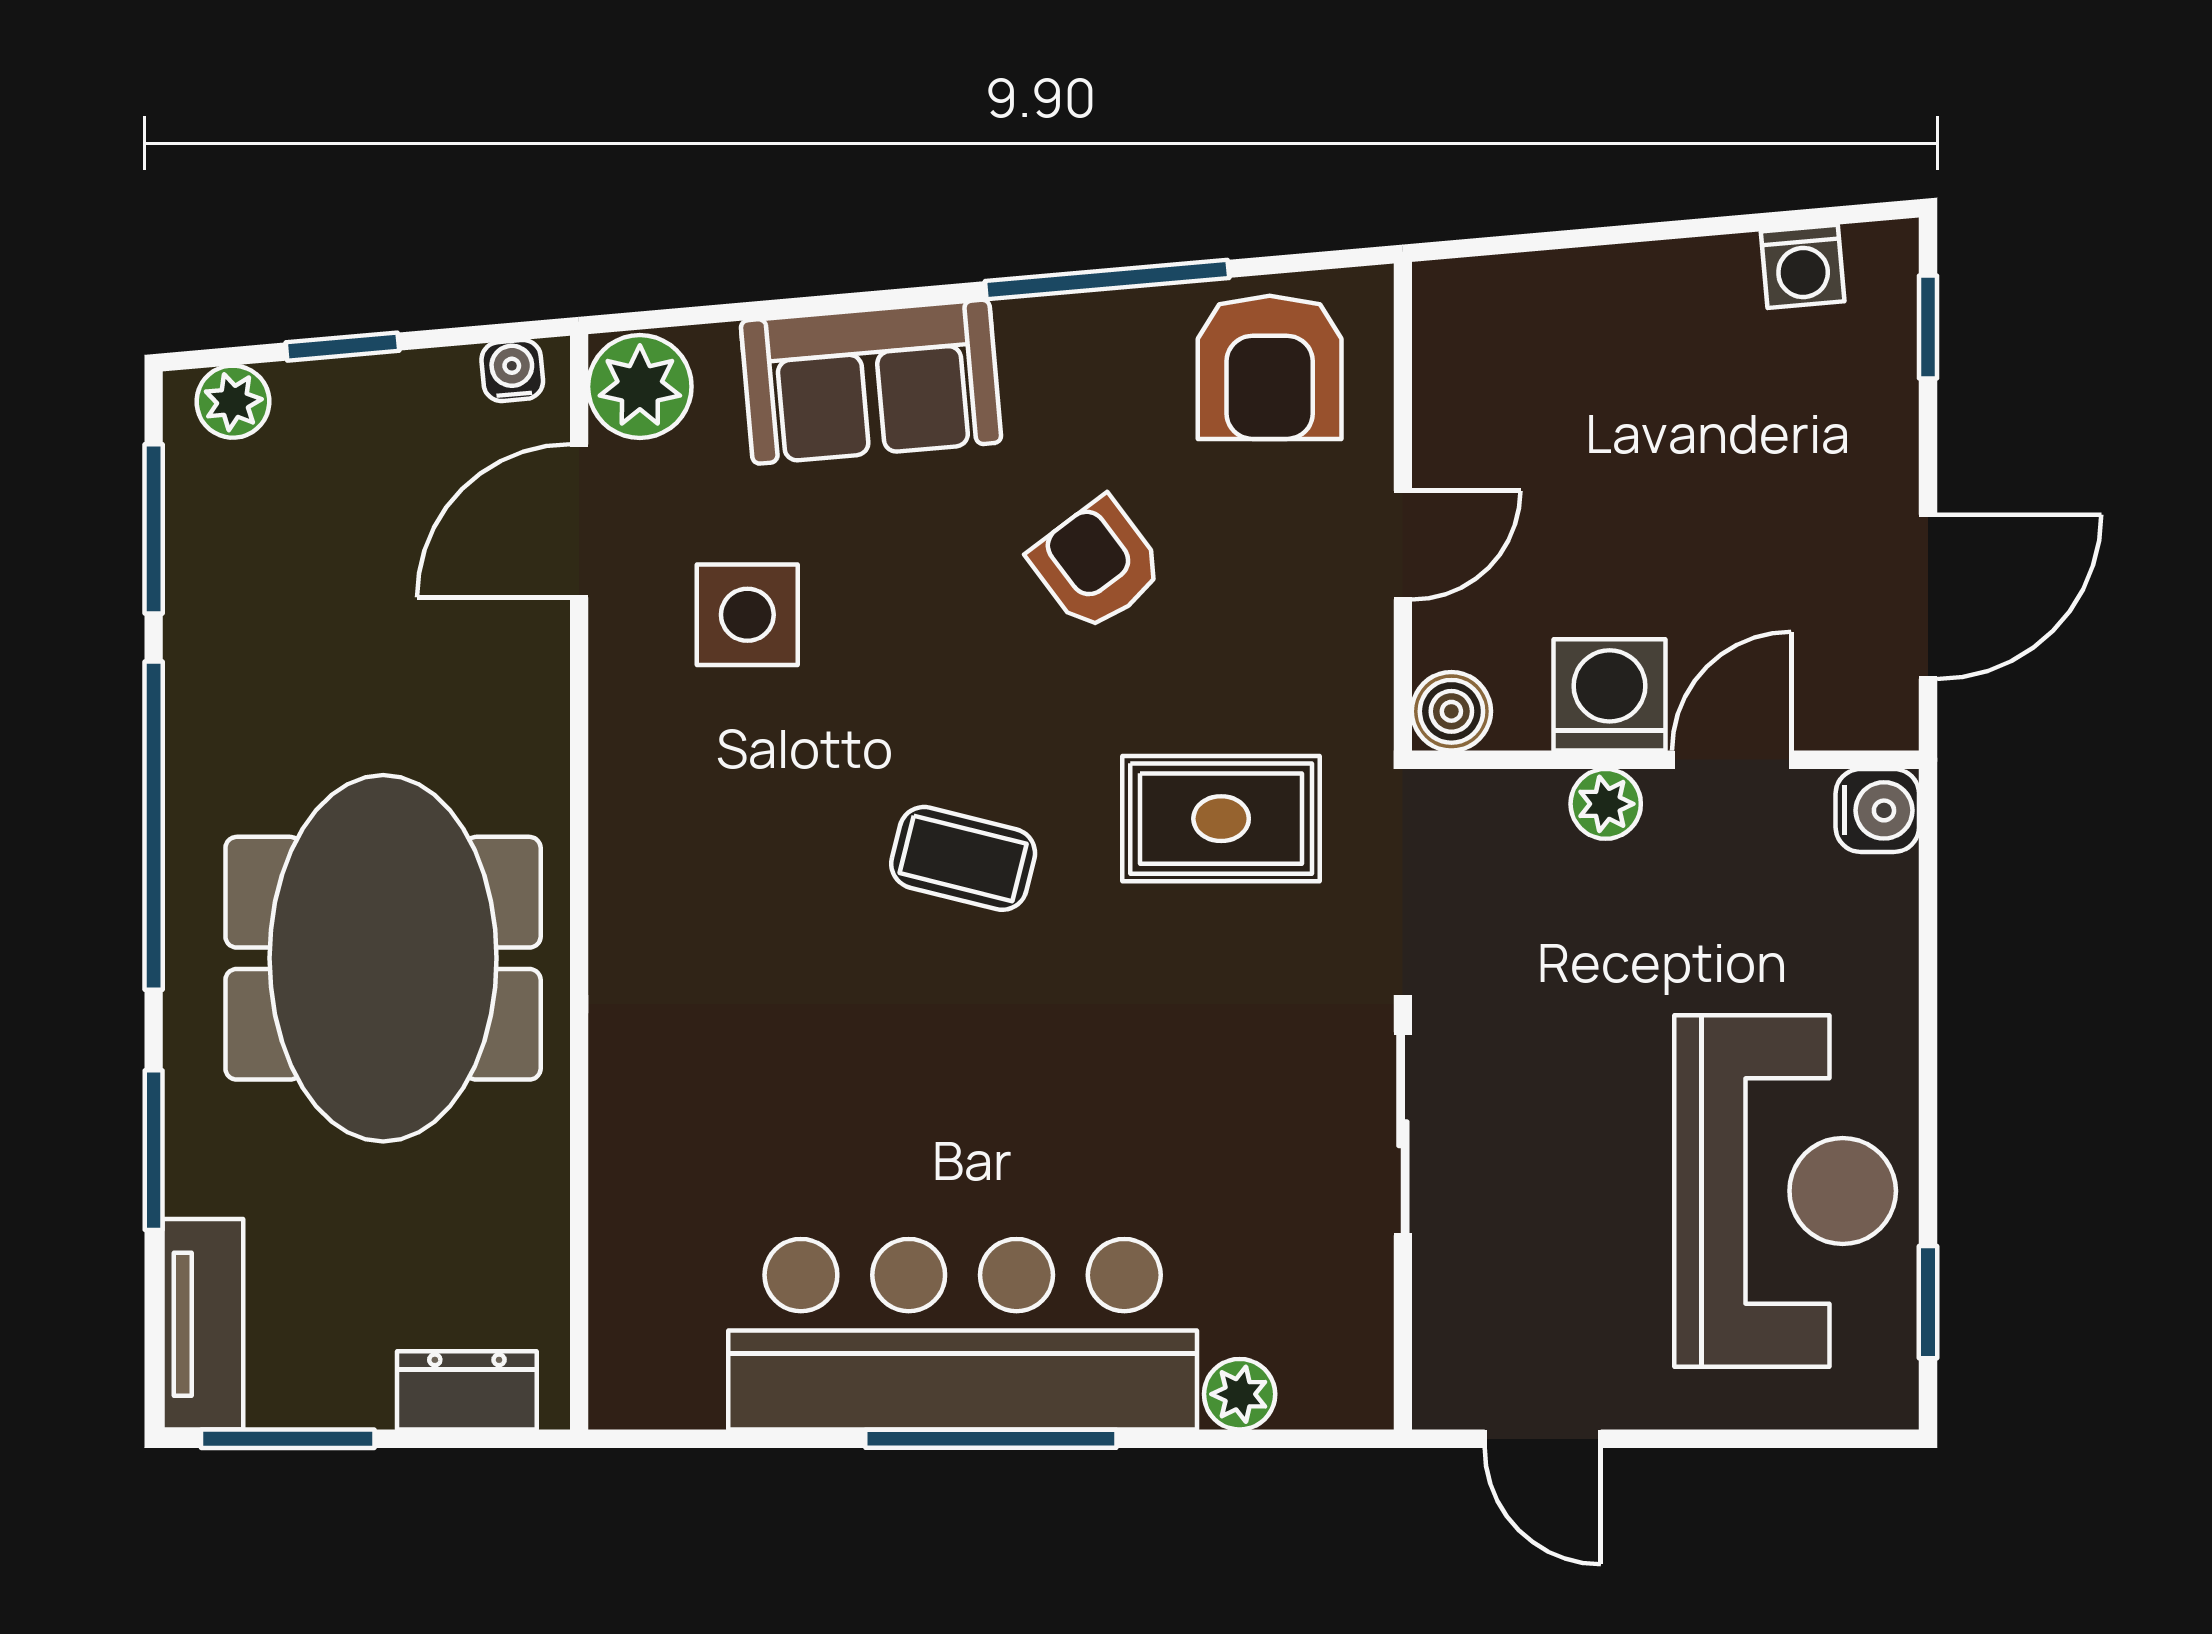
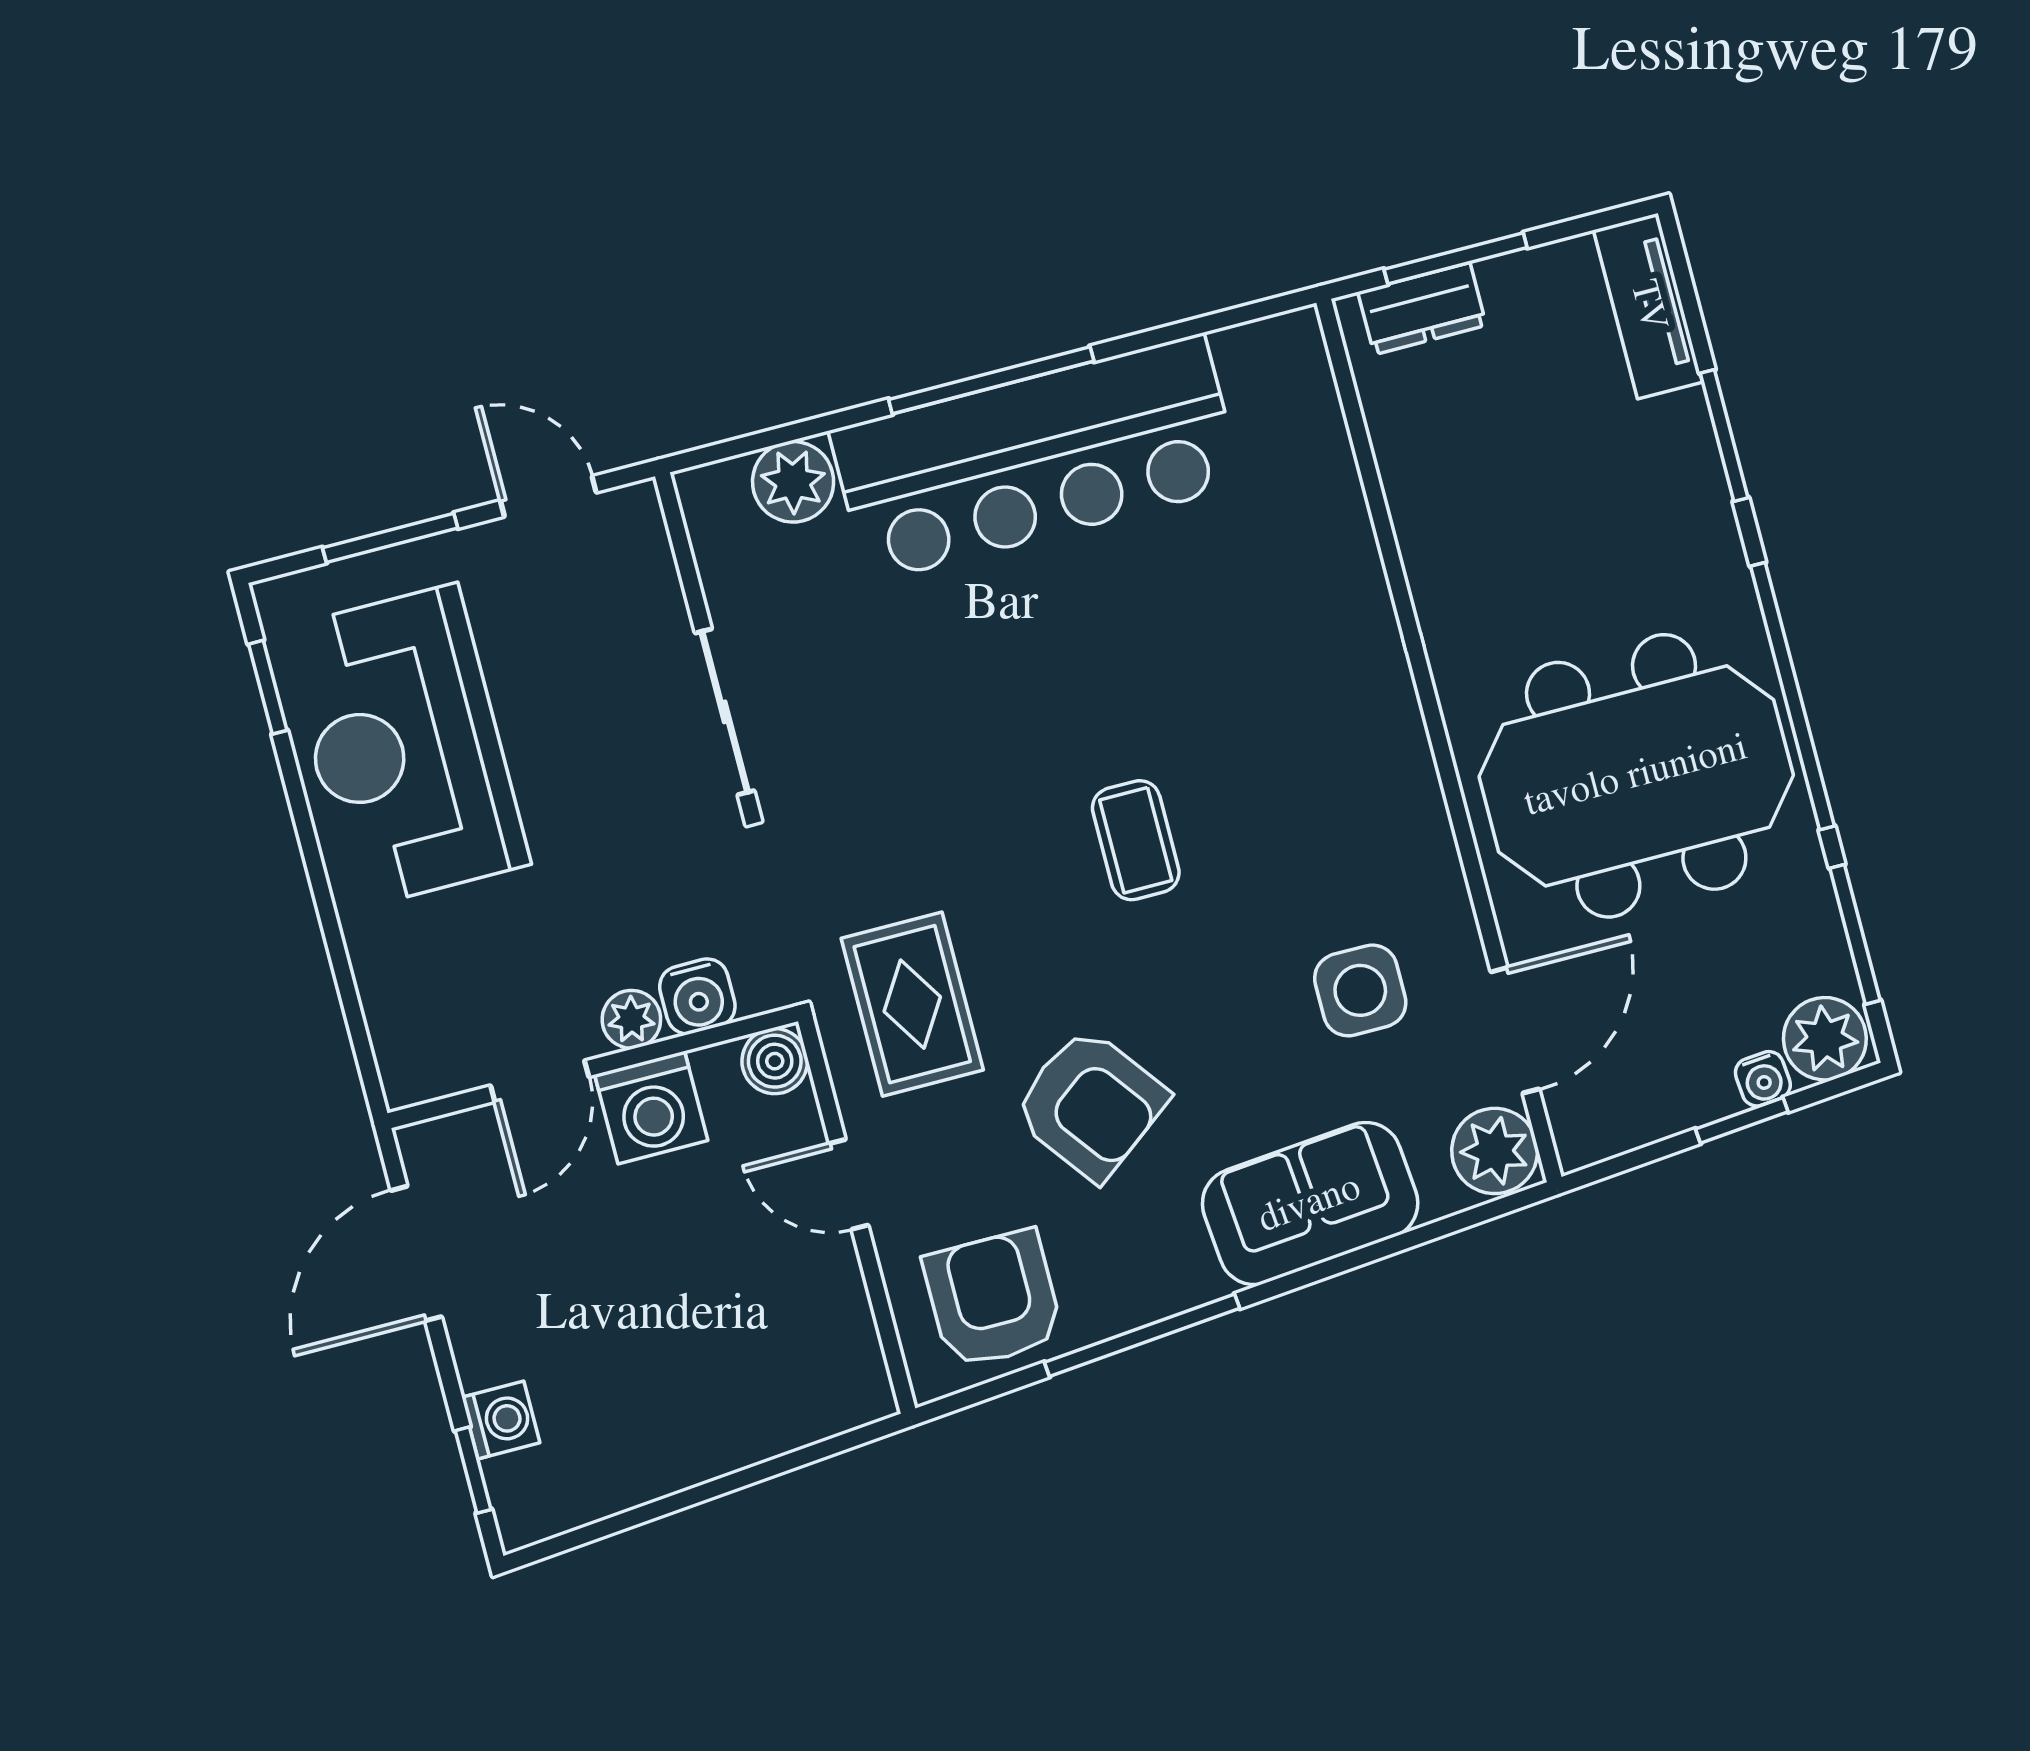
washing machine: (1803, 266) -> (501, 1420), moved, turned 95
water cooler: (512, 371) -> (1763, 1079), moved
plant: (233, 402) -> (1825, 1039), width x1.38, depth x1.38
door: (1403, 545) -> (849, 1184), hinge flipped
armchair: (1097, 565) -> (1090, 1104), width x1.38, depth x1.38
water cooler: (1877, 810) -> (697, 996), moved, turned -90
rug: (1221, 819) -> (912, 1004), moved, turned 90
coffee table: (963, 858) -> (1136, 840), turned 76
meeting table: (383, 958) -> (1636, 776), moved, turned 90
plant: (1240, 1394) -> (793, 482), width x1.38, depth x1.38
window: (288, 1439) -> (1456, 258), moved
window: (1740, 1439) -> (390, 538), added

